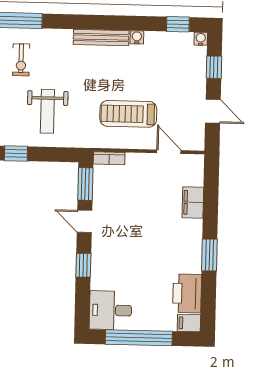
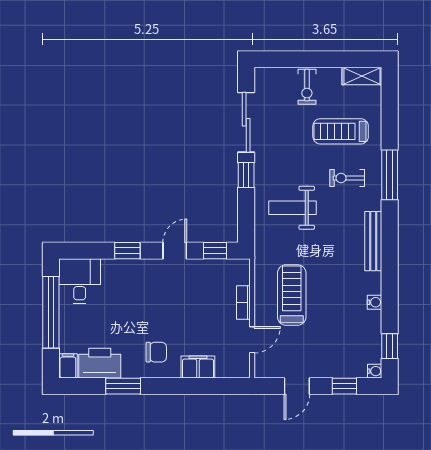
bench: (101, 38) -> (373, 241), moved
bookcase: (109, 158) -> (243, 302), moved
window: (85, 184) -> (215, 251), width x0.67
chair: (178, 241) -> (156, 352), added
window: (209, 255) -> (123, 386), moved

